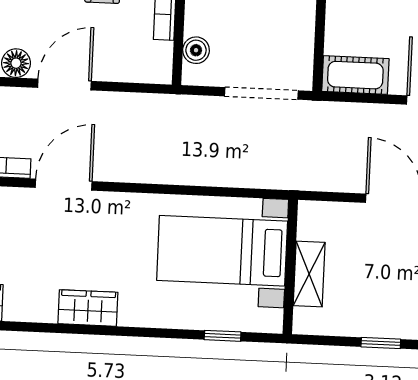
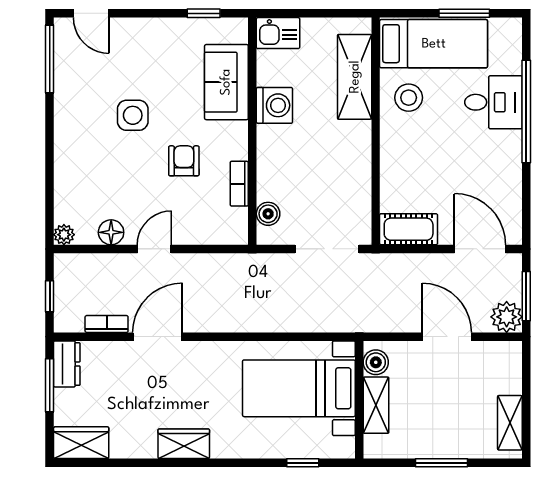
door: (64, 84) -> (154, 249), width x0.73
boiler: (311, 225) -> (376, 362), added
window: (381, 343) -> (441, 463), width x1.50

